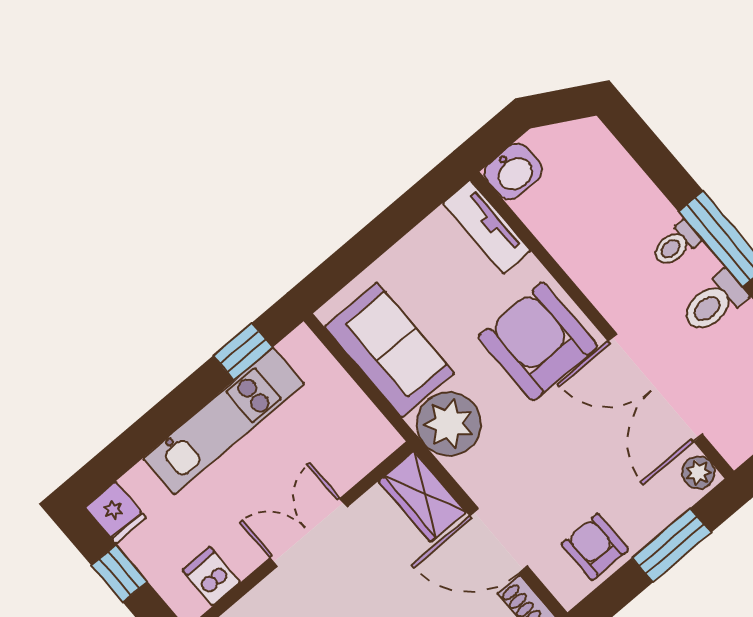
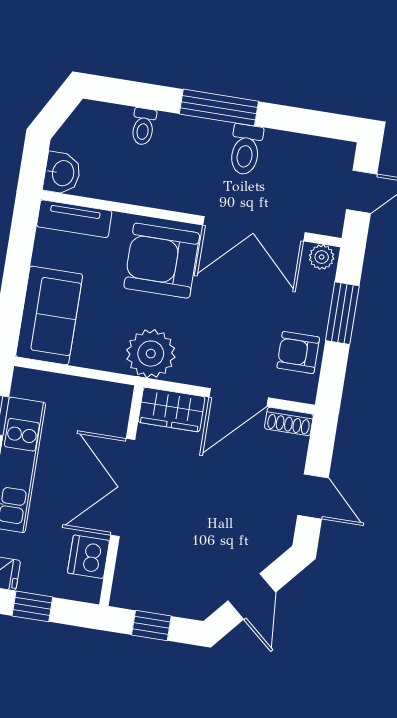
toilet: (676, 245) -> (143, 127), moved
sofa: (389, 350) -> (49, 315), moved, turned 90
double door: (309, 532) -> (123, 488), width x1.37
dishwasher: (211, 576) -> (89, 557), width x1.38

